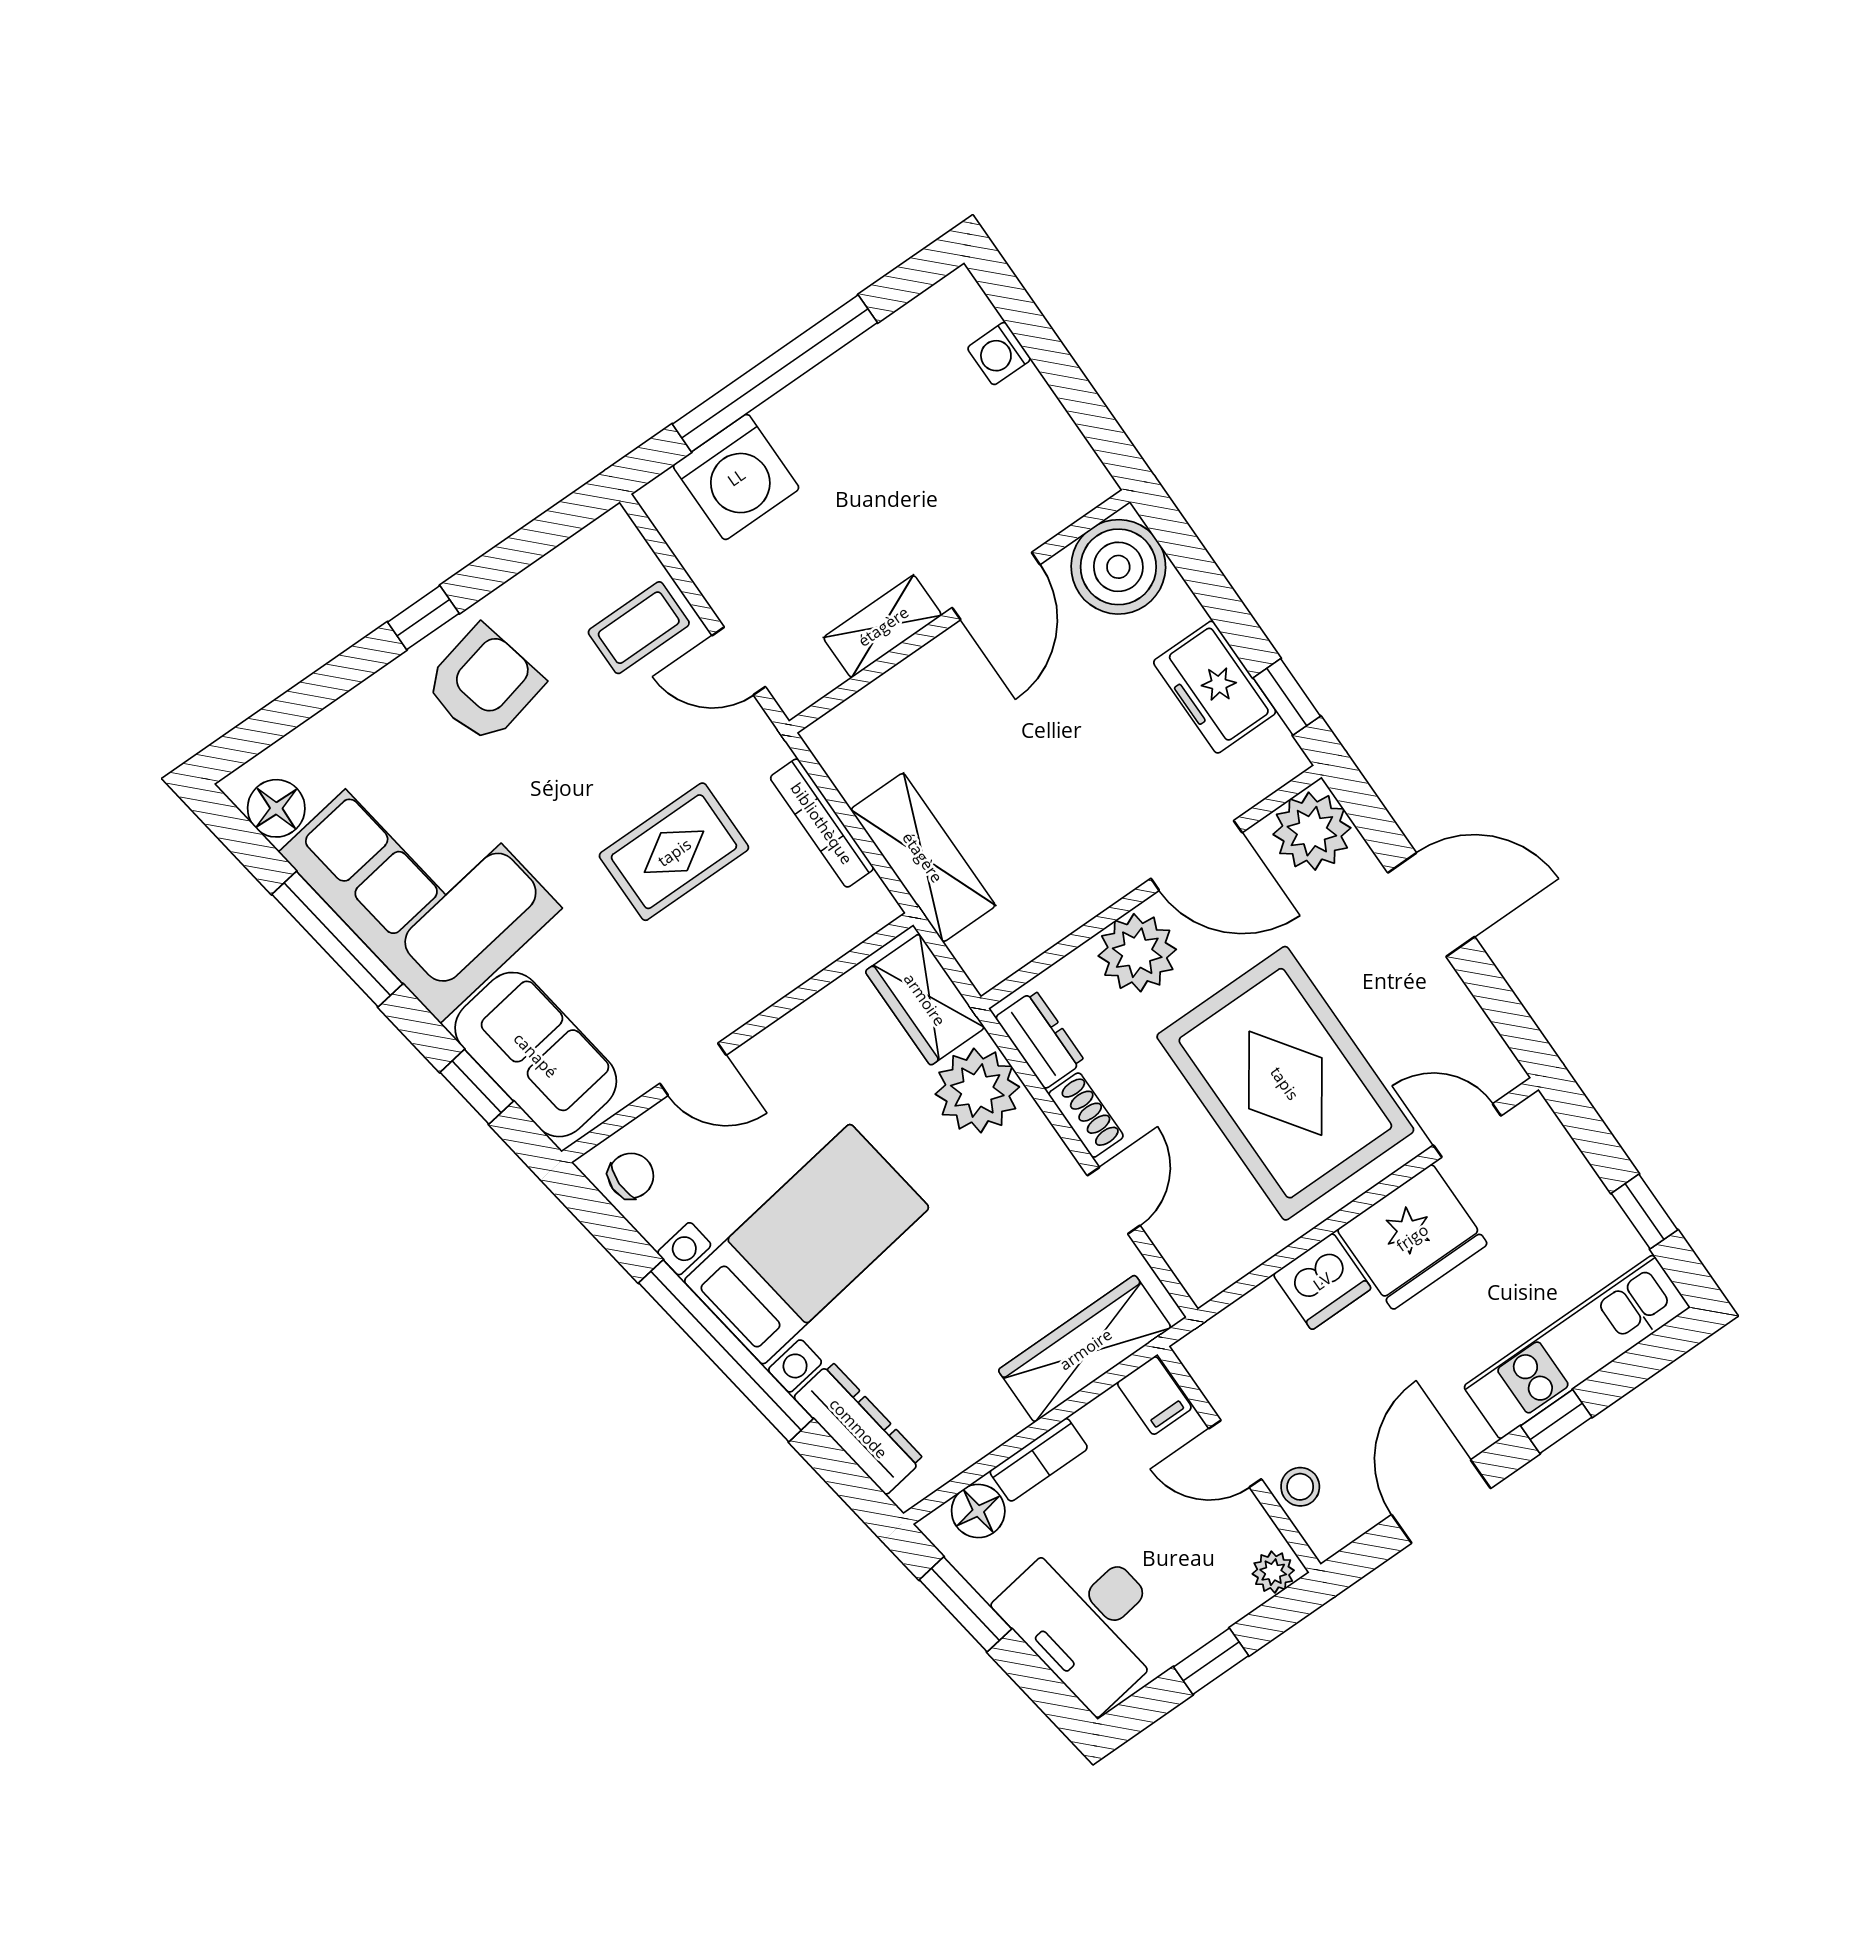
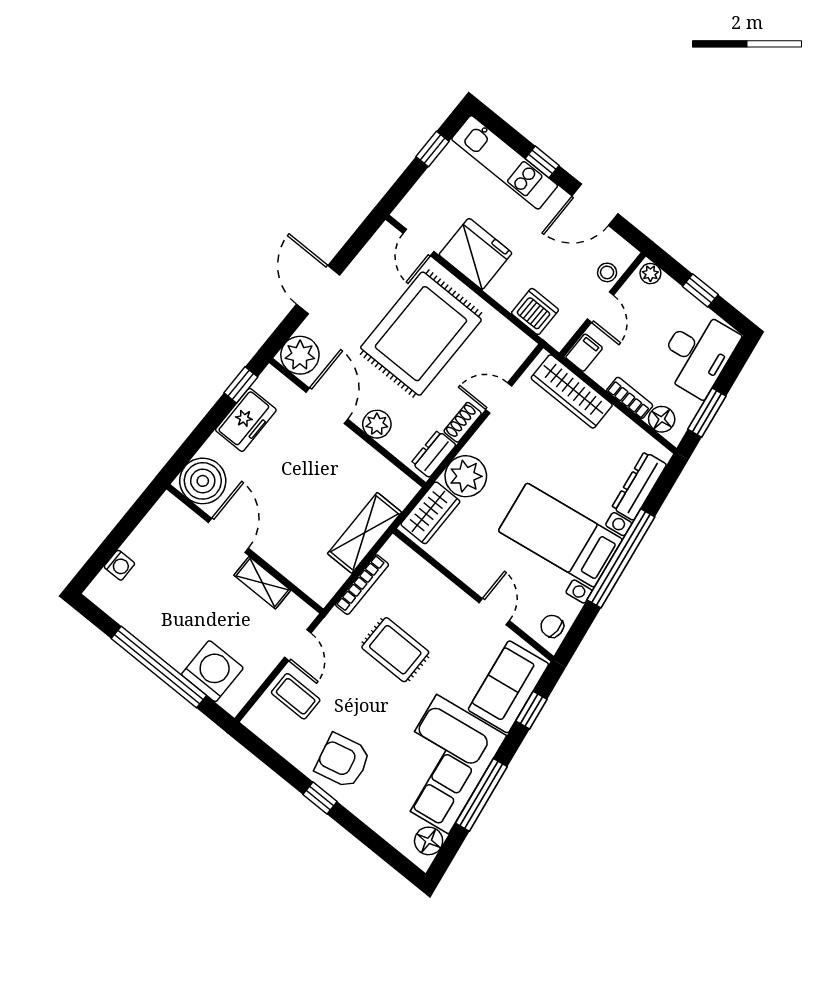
door: (996, 586) -> (228, 535), hinge flipped
plant: (1137, 953) -> (377, 424), width x0.73, depth x0.73
dishwasher: (1322, 1281) -> (535, 311), moved

